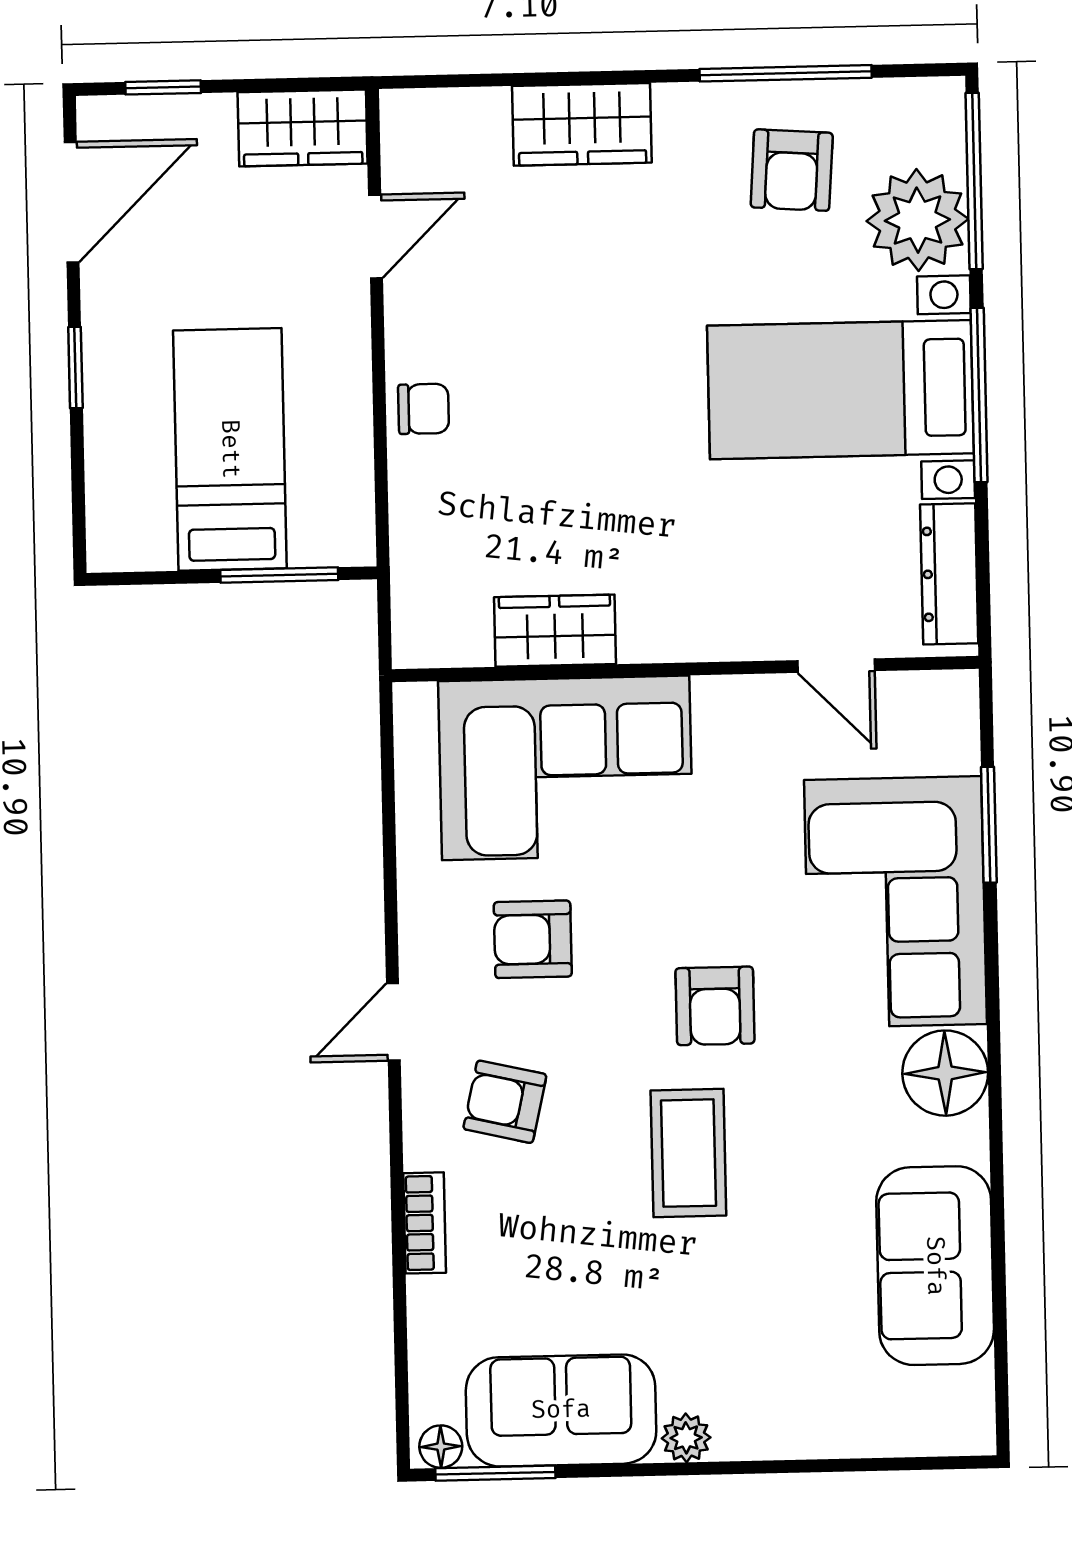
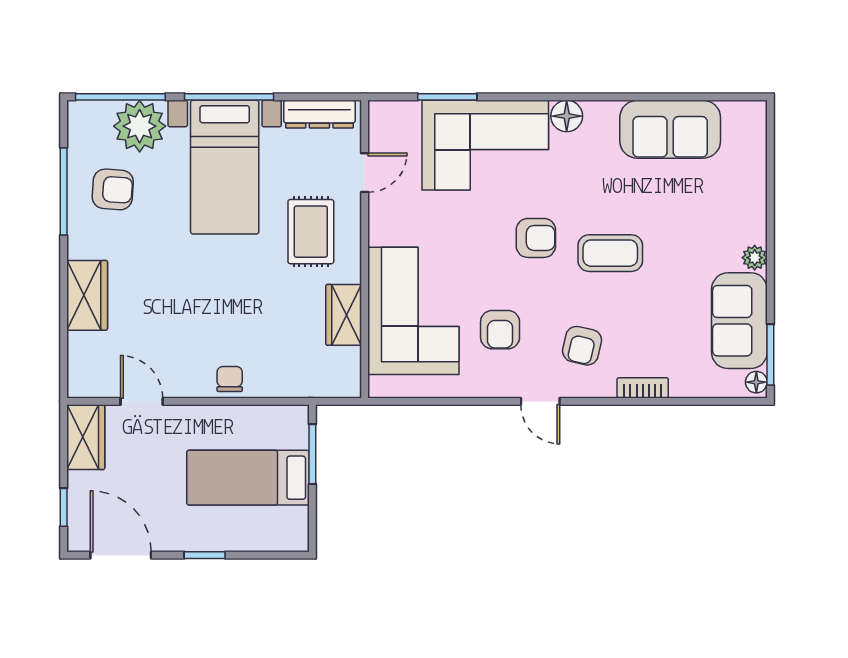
rug: (717, 562) -> (311, 232), added
floor lamp: (945, 1073) -> (567, 116), width x0.73, depth x0.73

